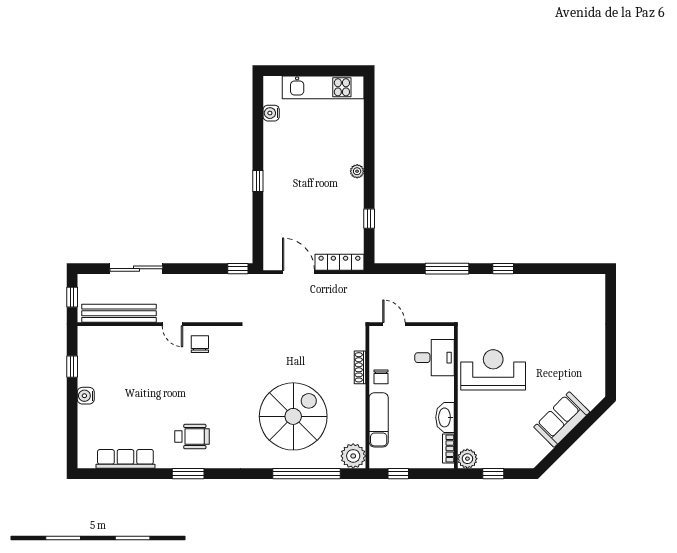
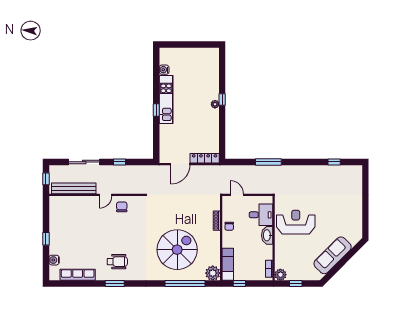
kitchen unit: (323, 87) -> (166, 99), moved, turned -90
window: (369, 219) -> (222, 100), moved
window: (238, 269) -> (119, 162), moved
window: (503, 269) -> (334, 162), moved
door: (298, 272) -> (180, 164), swing flipped
door: (172, 324) -> (105, 195), hinge flipped
window: (72, 367) -> (46, 239), moved
water cooler: (86, 396) -> (54, 260), moved
washbasin: (445, 417) -> (267, 235), moved
exam couch: (379, 420) -> (228, 264), moved
sofa: (562, 420) -> (333, 255), width x1.36

